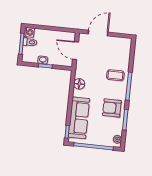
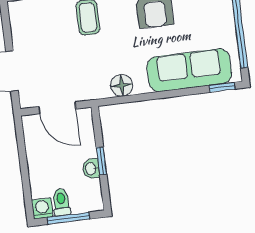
door: (76, 51) -> (57, 108), hinge flipped

